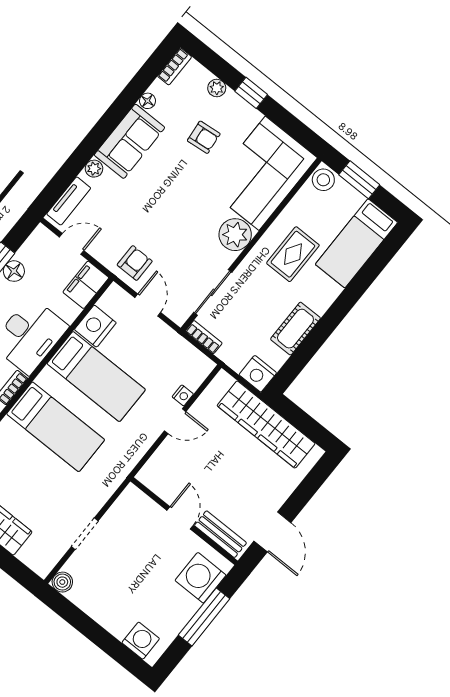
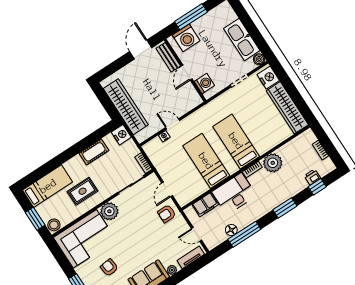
filing cabinet: (86, 285) -> (205, 205), moved
nightstand: (95, 326) -> (268, 78), moved, turned -90
kitchen sink: (103, 606) -> (242, 40), added
washing machine: (141, 641) -> (204, 84), moved, turned 180

